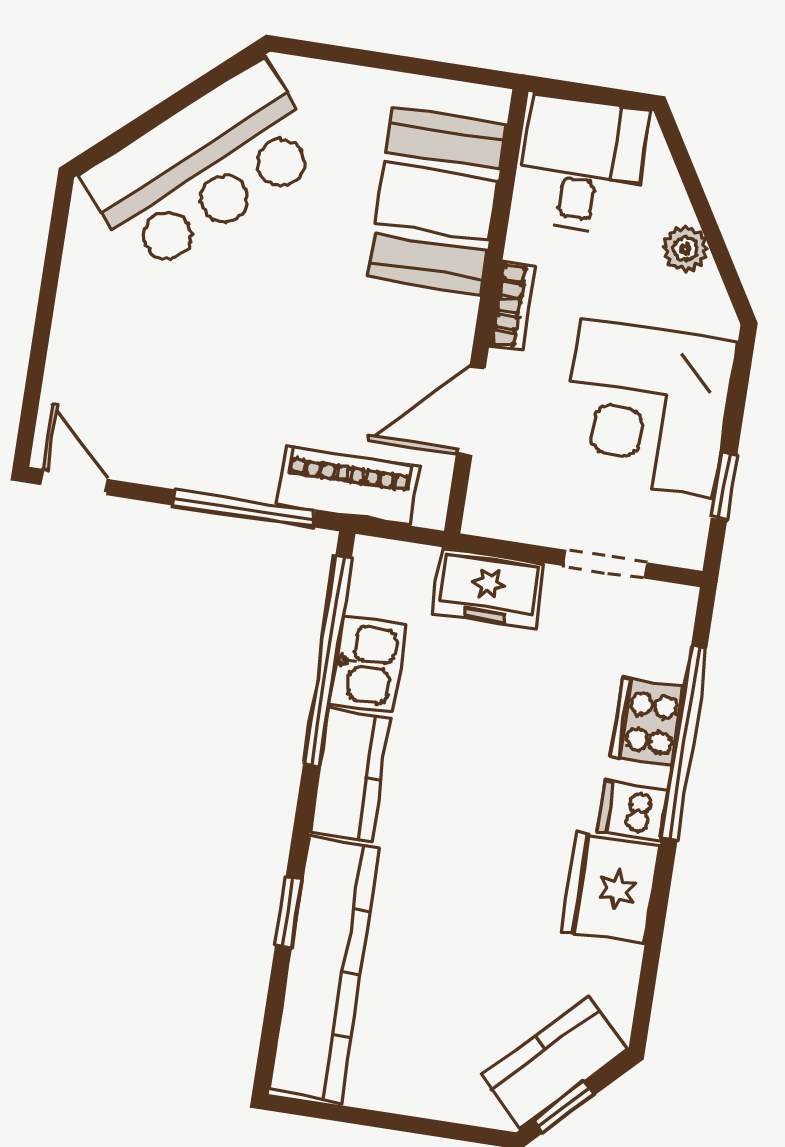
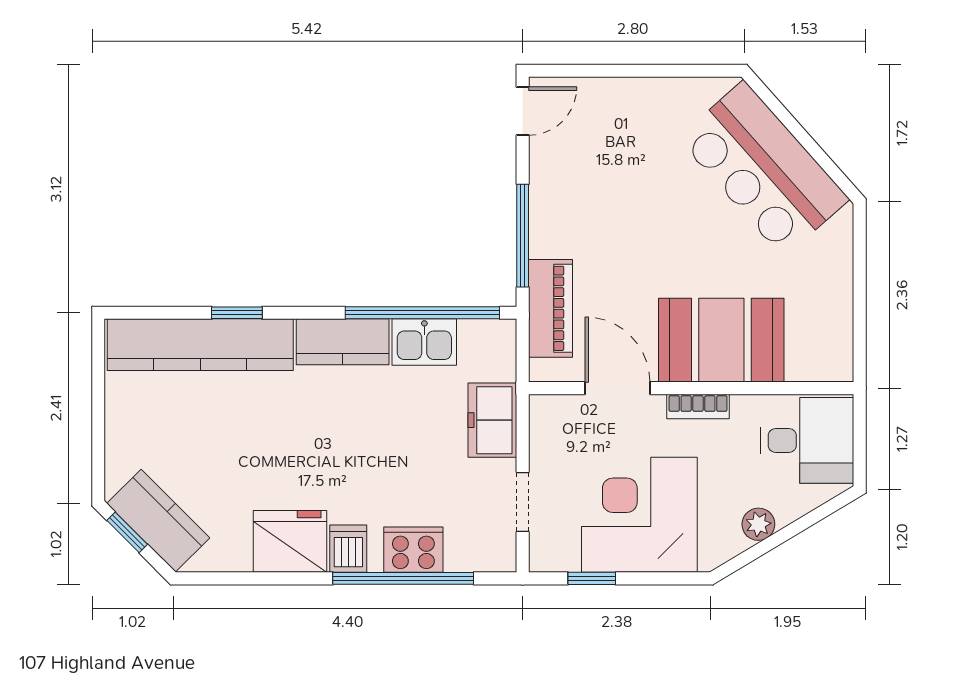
booth: (437, 201) -> (721, 340), moved

